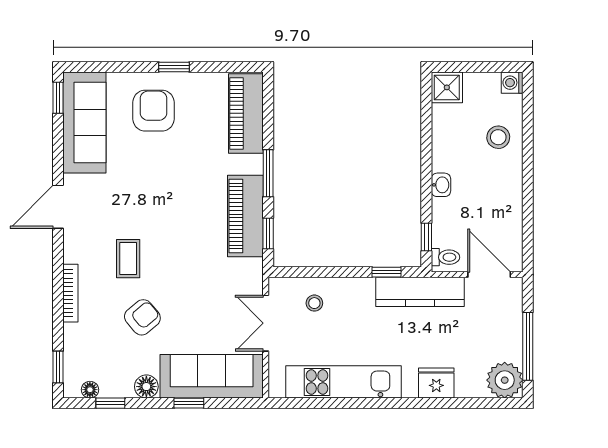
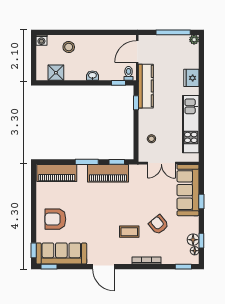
window: (174, 67) -> (34, 250), moved
shower: (447, 87) -> (56, 73), moved
plant: (505, 380) -> (194, 40), width x0.53, depth x0.53
floor lamp: (146, 387) -> (193, 240), moved

